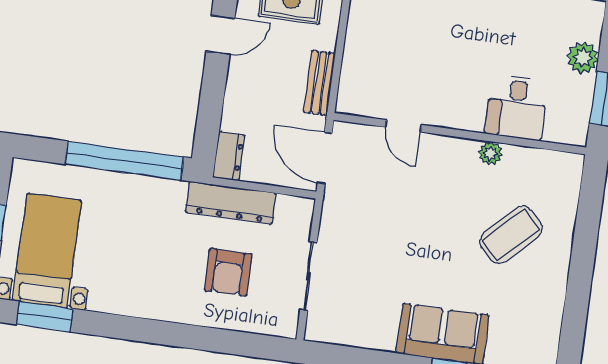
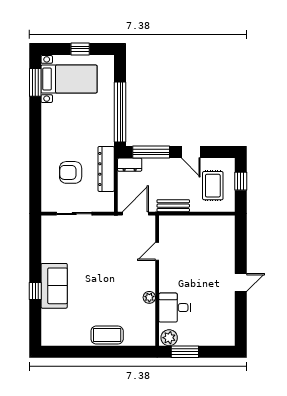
plant: (583, 58) -> (169, 338), moved
window: (210, 111) -> (151, 152), added
coffee table: (511, 235) -> (107, 335), moved, turned -45

